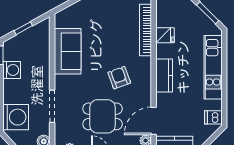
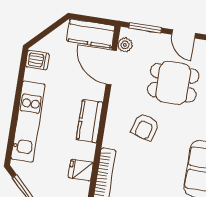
armchair: (119, 78) -> (145, 127), turned 37
door: (154, 121) -> (111, 67), swing flipped

